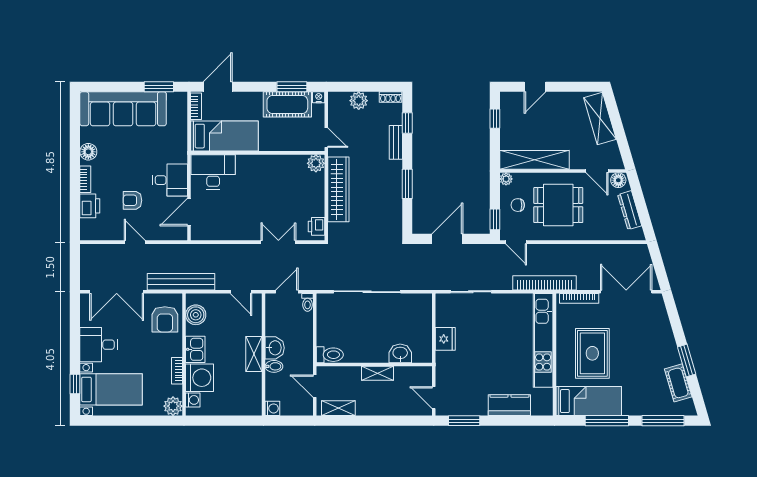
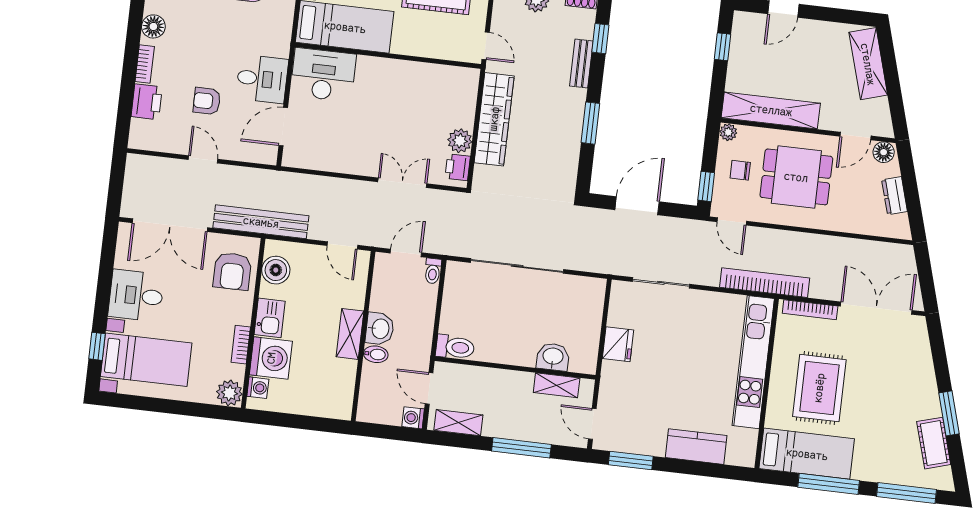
plant: (316, 163) -> (460, 141), moved
door: (597, 171) -> (855, 136), hinge flipped
dresser: (630, 210) -> (895, 196), width x0.70
shelving: (378, 373) -> (557, 385), moved
washing machine: (272, 408) -> (413, 418), moved, turned 180
window: (385, 421) -> (521, 448), added

